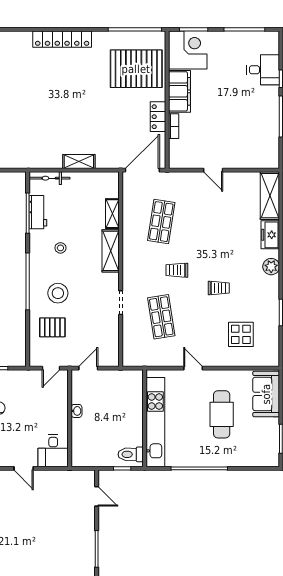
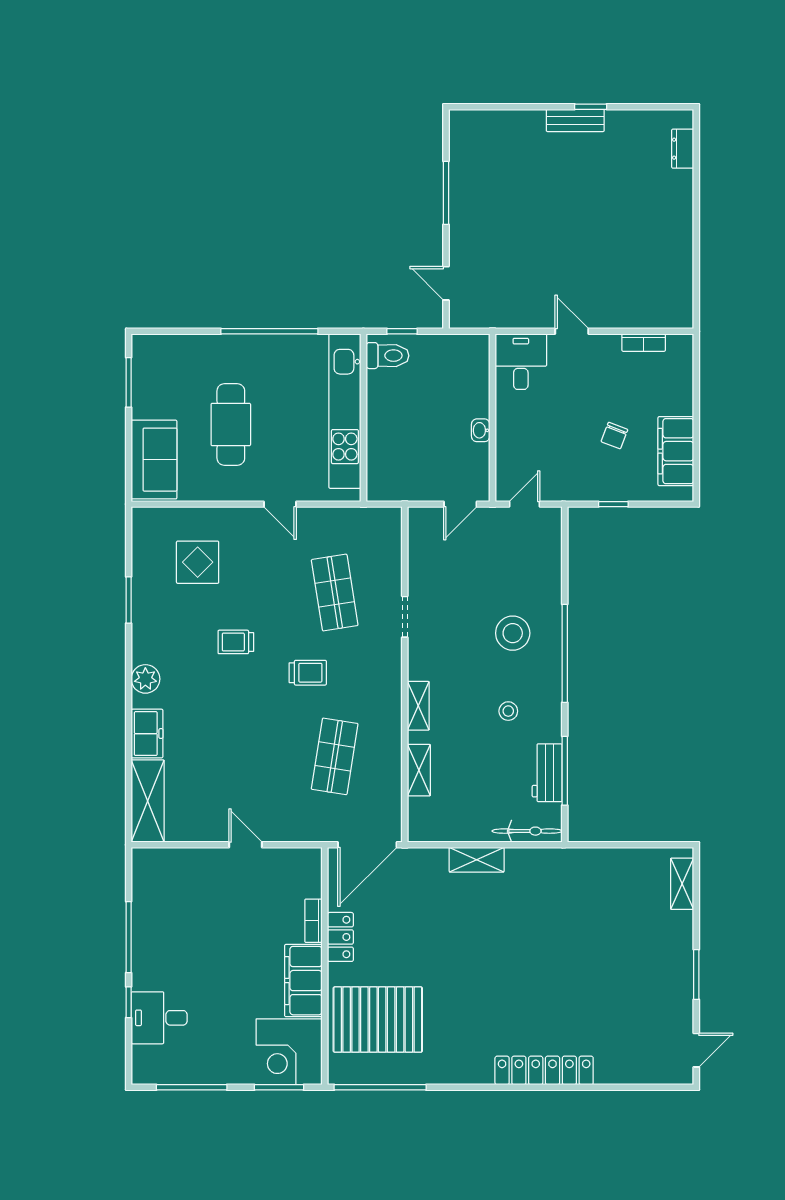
locker: (62, 39) -> (544, 1070), moved
shelving: (111, 251) -> (418, 706), width x0.67, depth x0.75
pallet: (52, 327) -> (522, 574), removed

